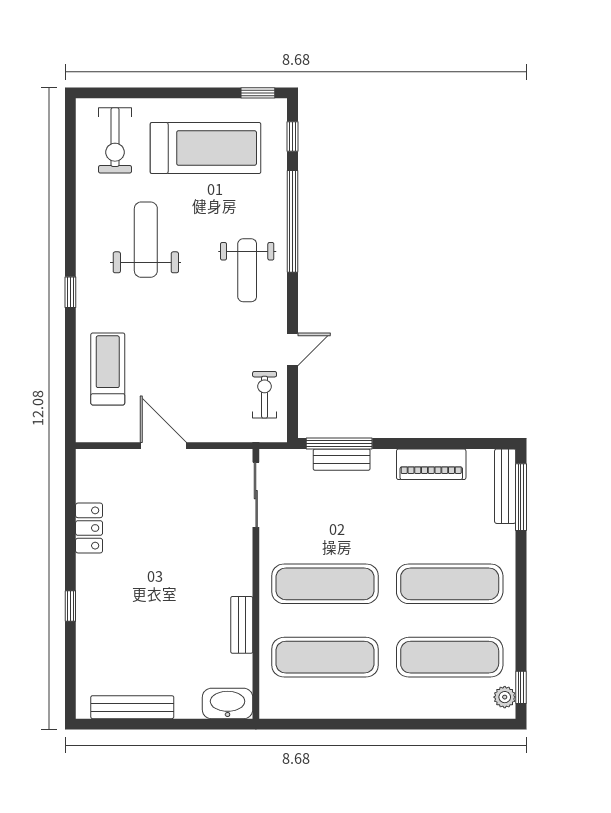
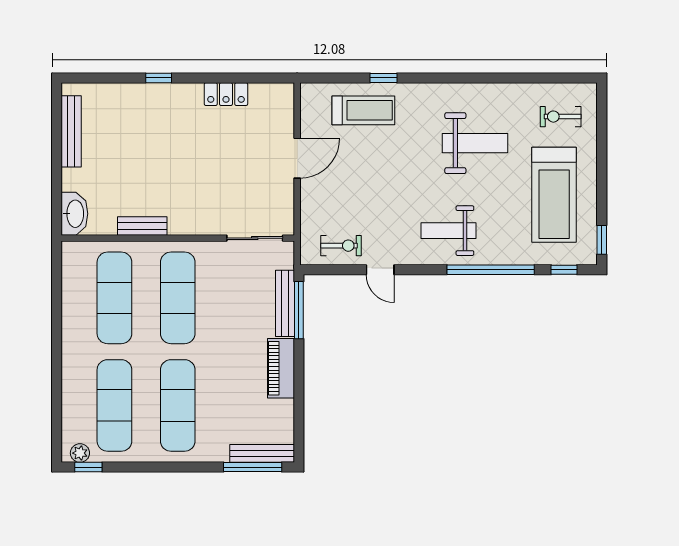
exercise bike: (115, 140) -> (561, 117), width x0.73, depth x0.72
window: (70, 292) -> (383, 78), moved
bench: (342, 460) -> (285, 303), width x1.36
piano: (431, 464) -> (281, 368), moved

